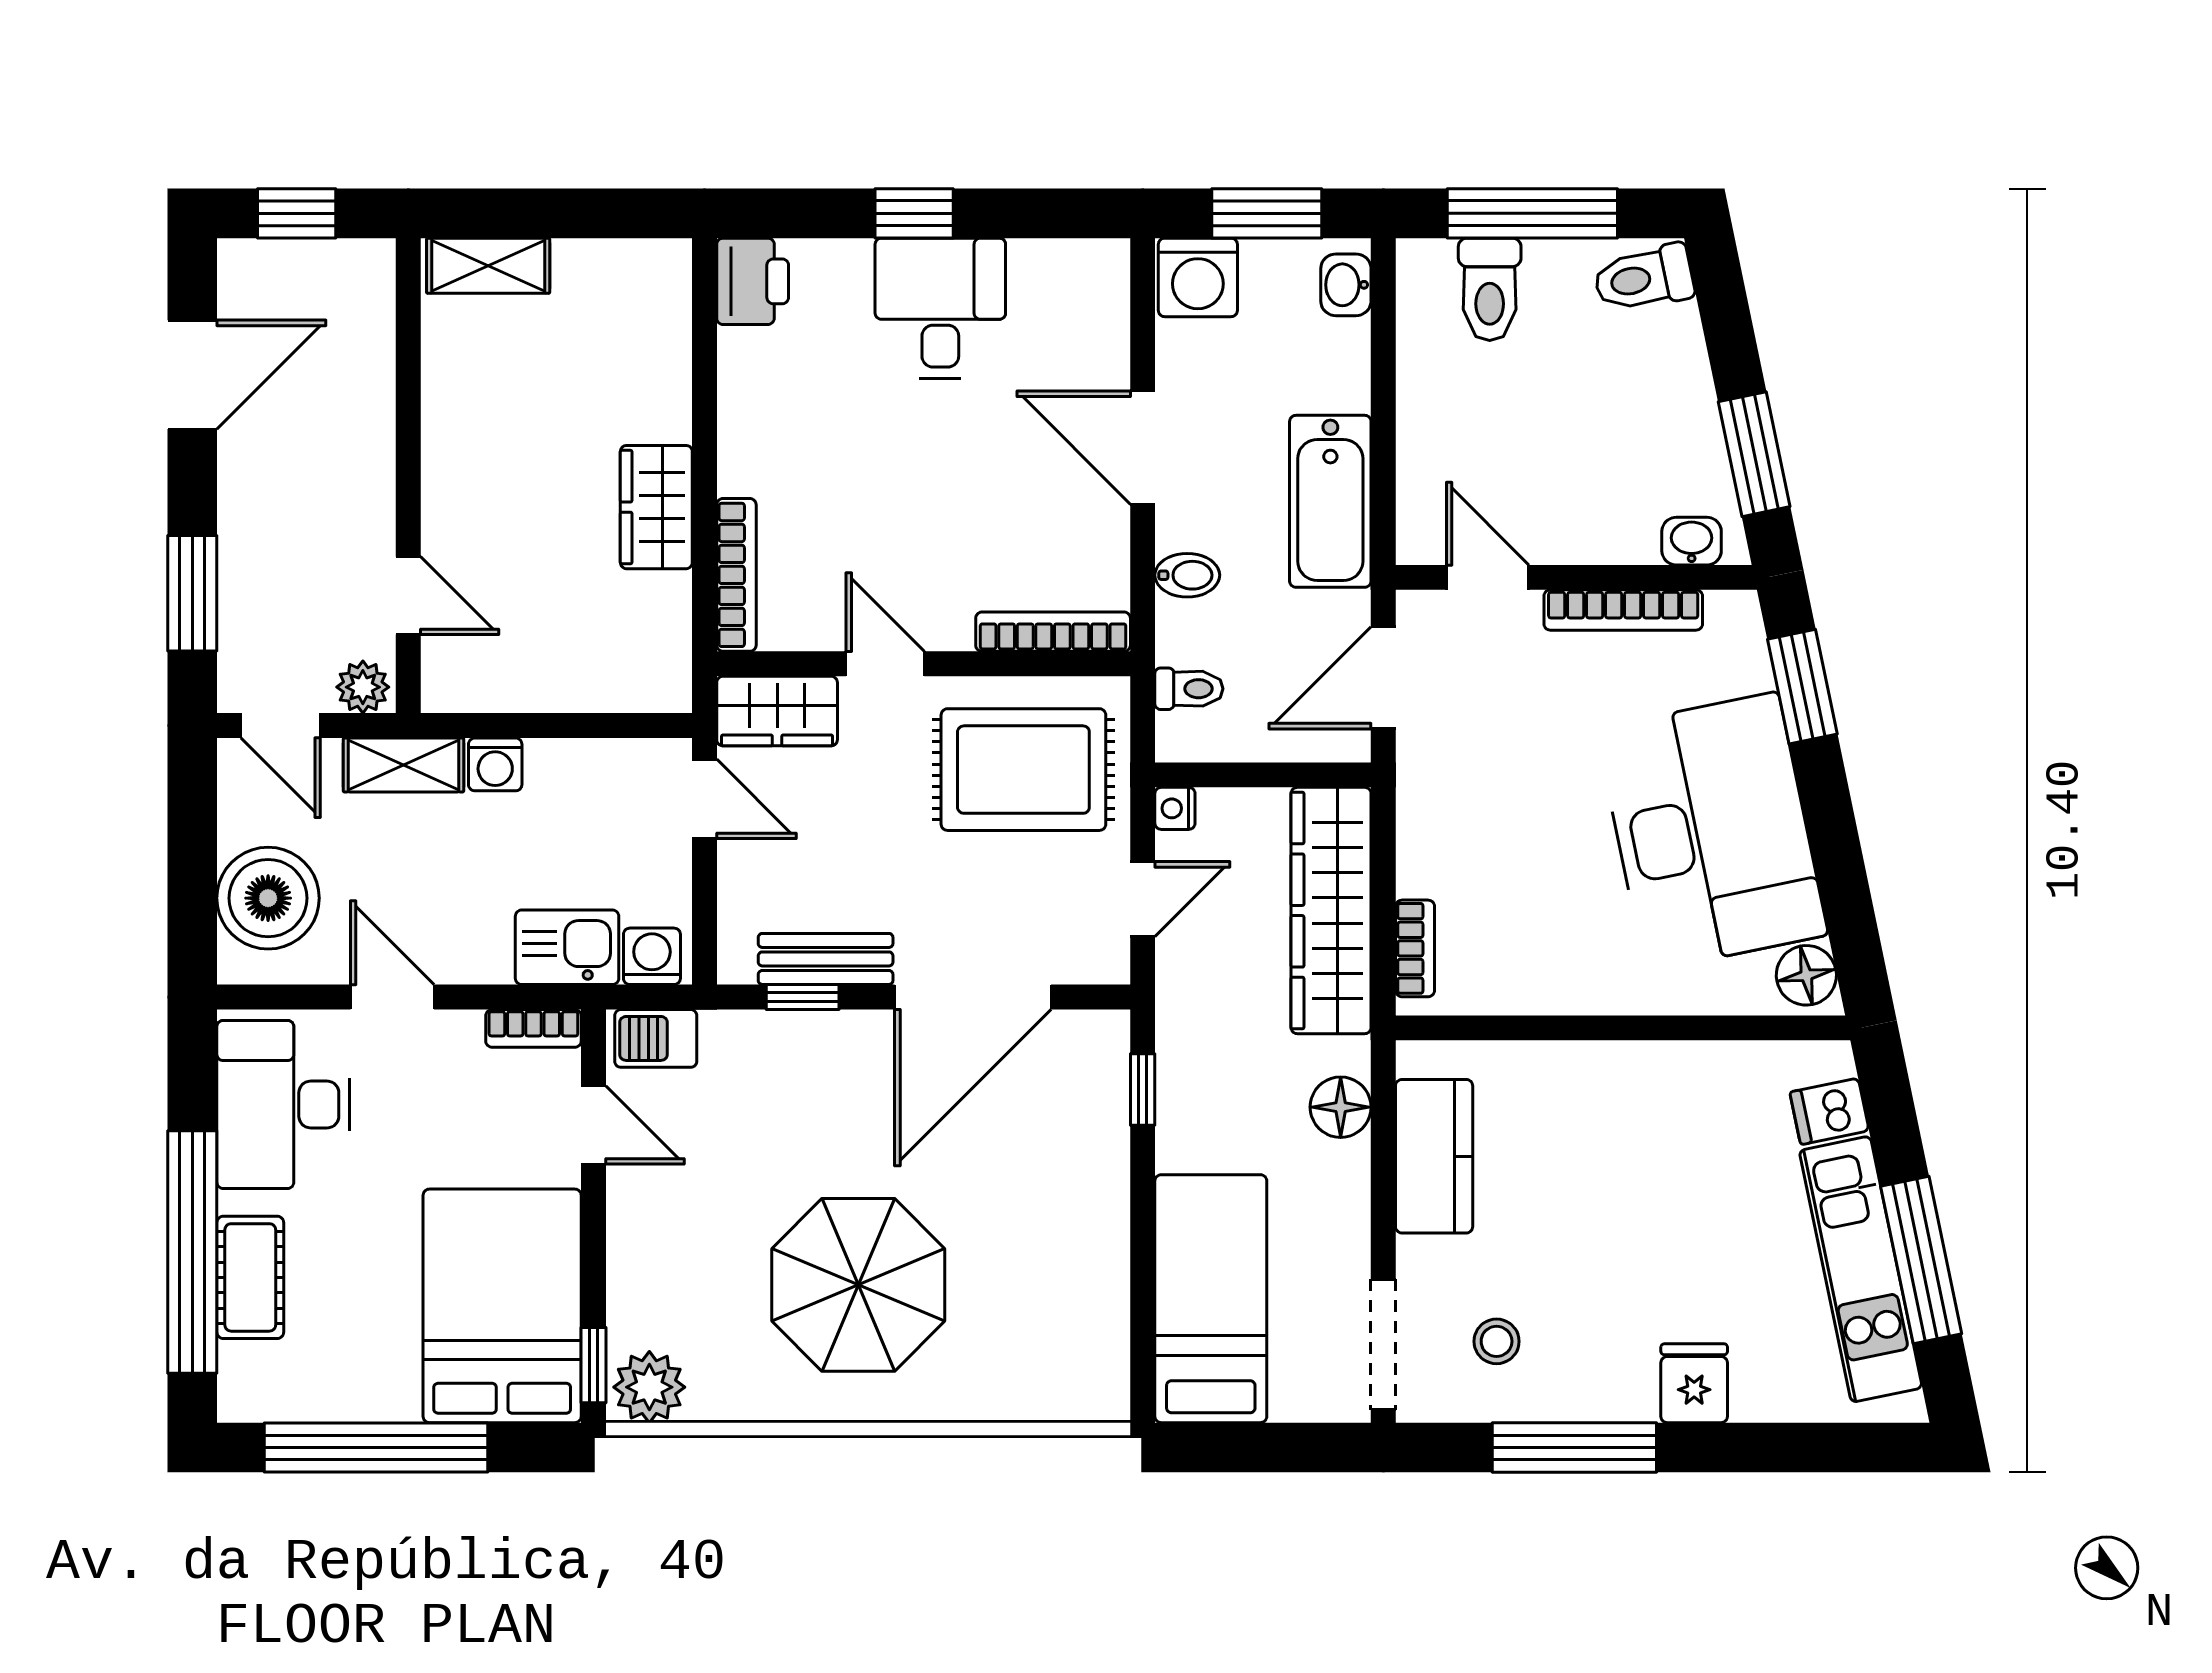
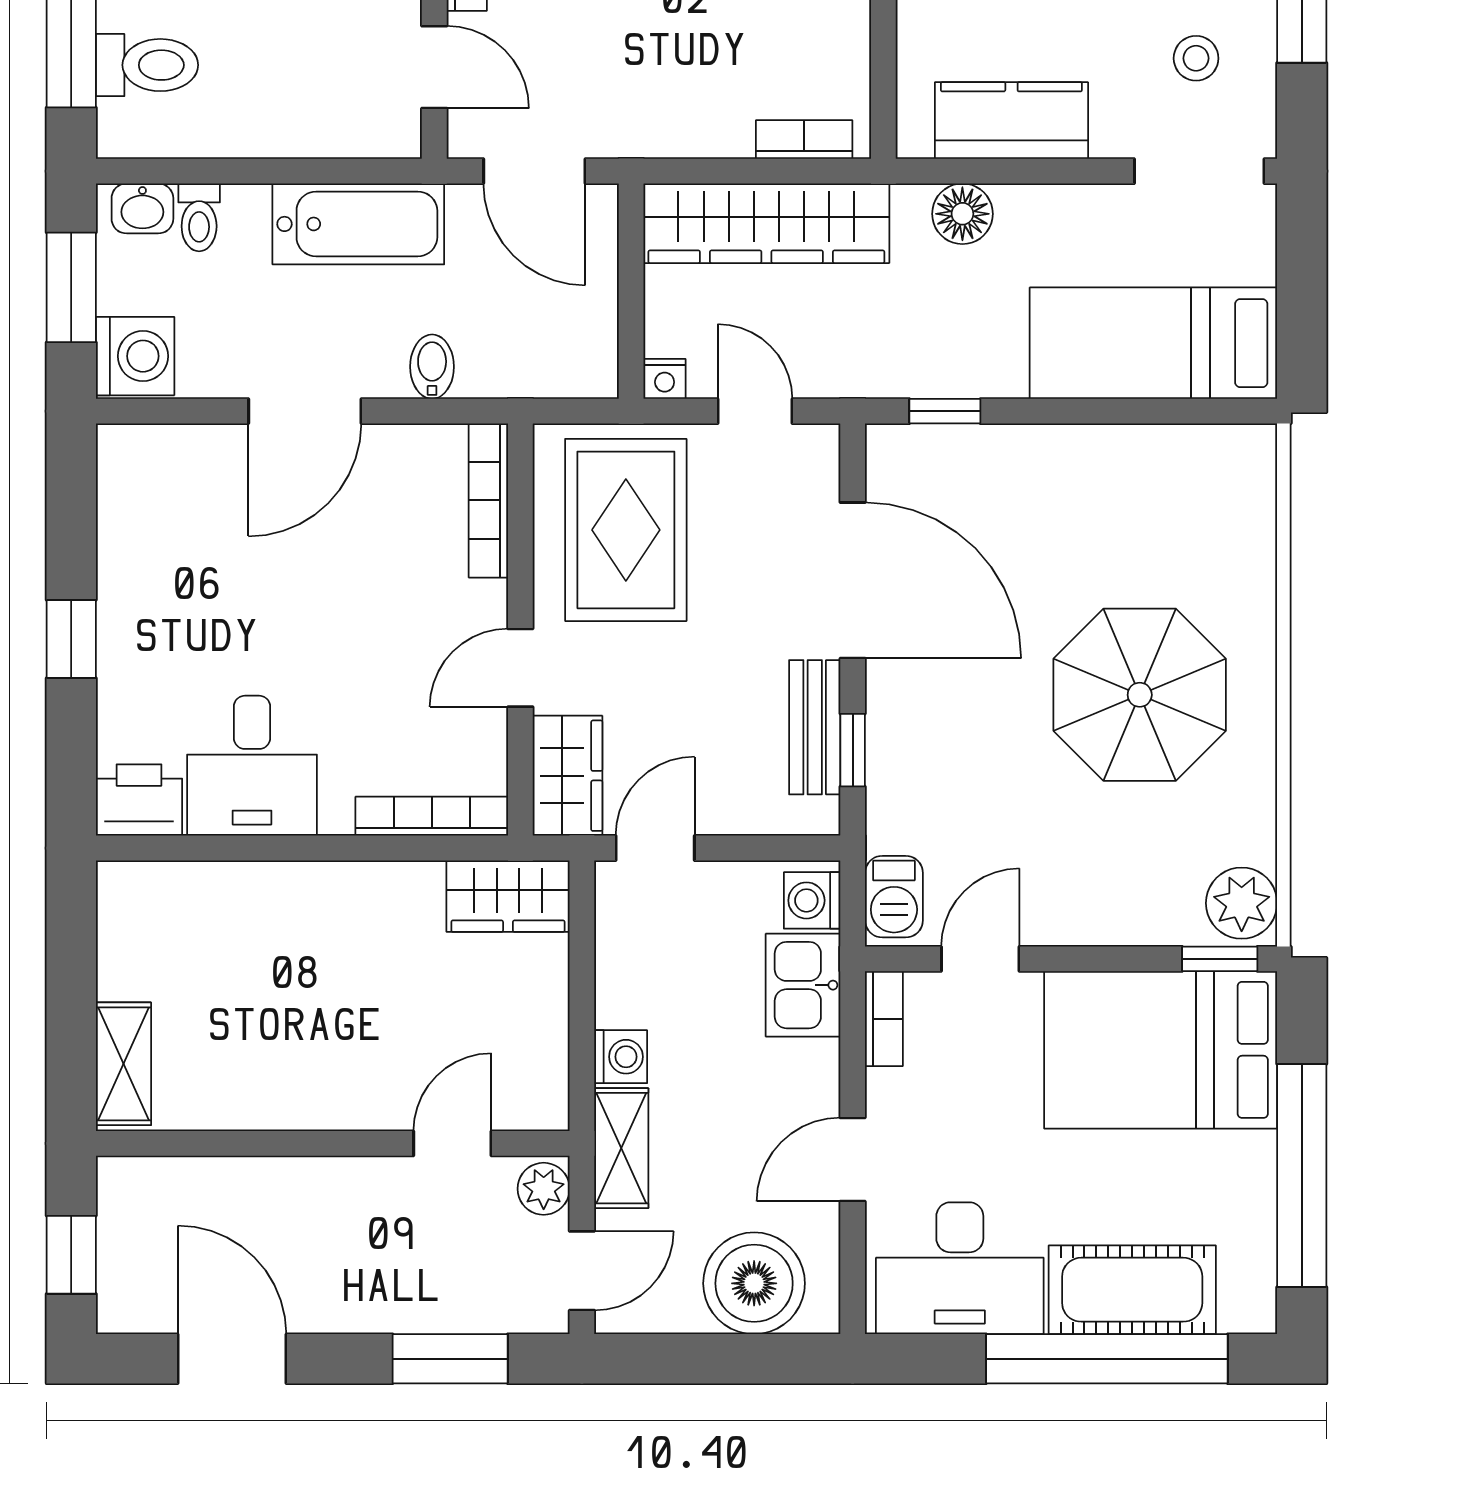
desk: (940, 308) -> (252, 766), moved, turned -90
wardrobe: (656, 507) -> (508, 896), moved
door: (1488, 577) -> (434, 67), swing flipped
toilet: (1189, 689) -> (199, 217), moved, turned 180
cot: (250, 1277) -> (1132, 1290), width x1.37, depth x1.34

